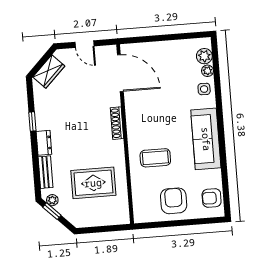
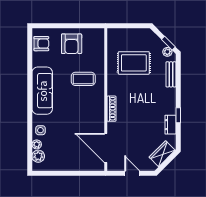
dresser: (44, 143) -> (170, 125), moved

